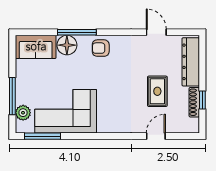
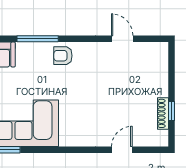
floor lamp: (67, 45) -> (27, 52), removed
dresser: (191, 62) -> (159, 70), removed
rug: (157, 91) -> (123, 102), removed

